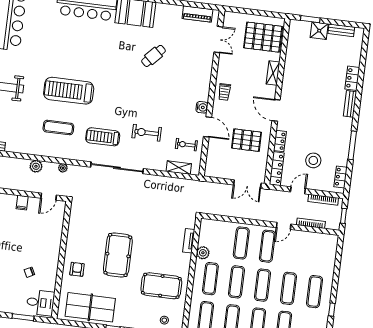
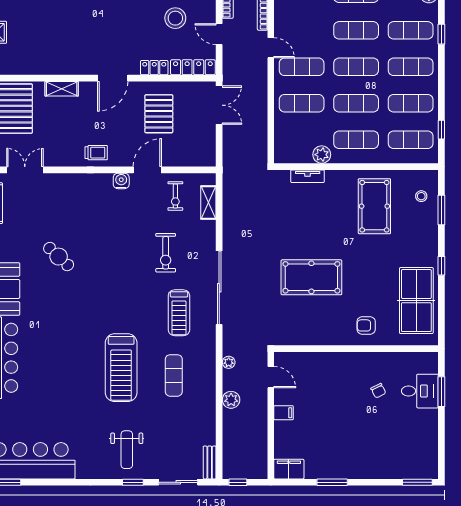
pool table: (118, 255) -> (311, 277), moved
desk: (40, 303) -> (420, 391), moved, turned 90

